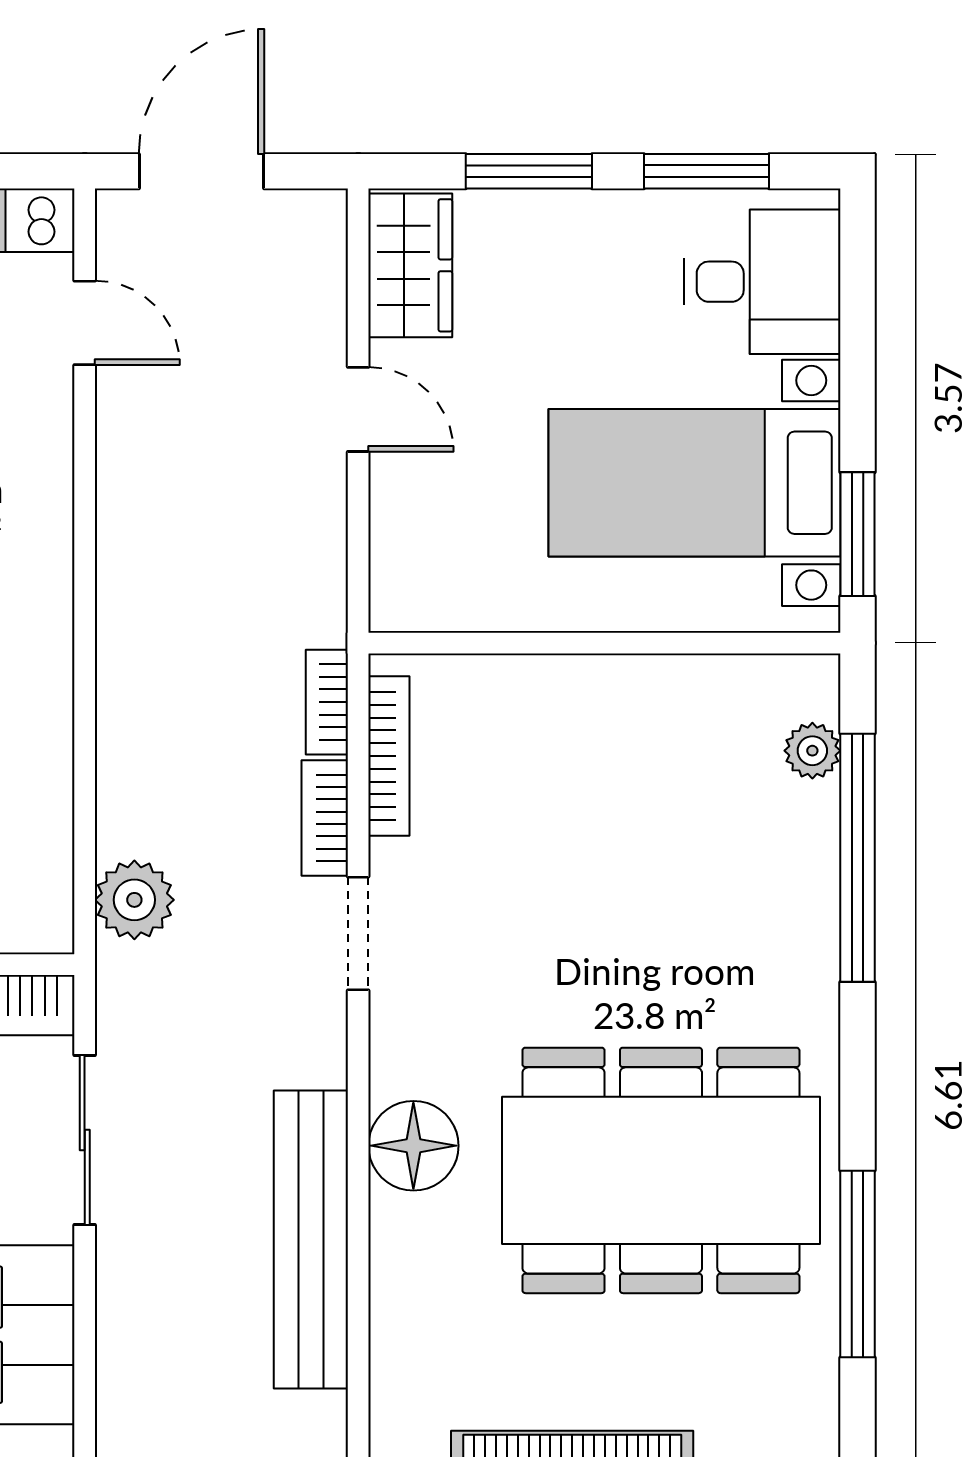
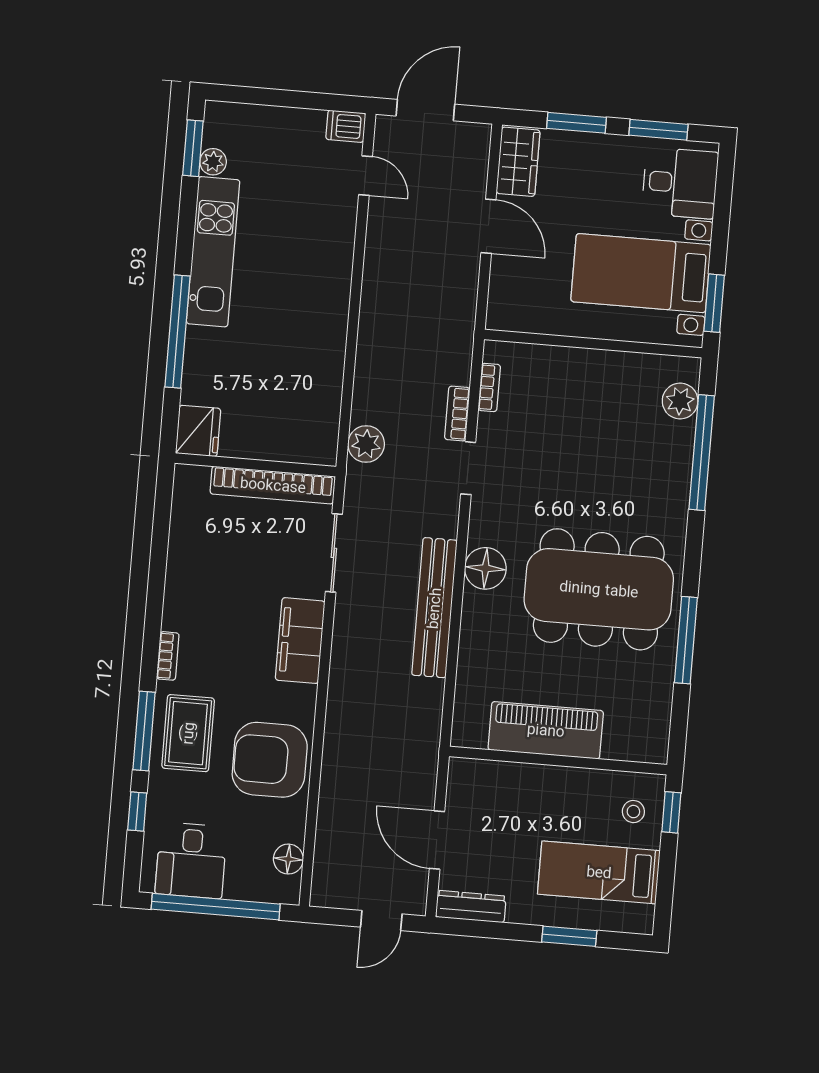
door: (358, 409) -> (488, 226), width x1.38
bookcase: (327, 702) -> (463, 360), removed
plant: (812, 751) -> (680, 401), width x1.38, depth x1.38
bookcase: (389, 756) -> (489, 387), width x0.64

